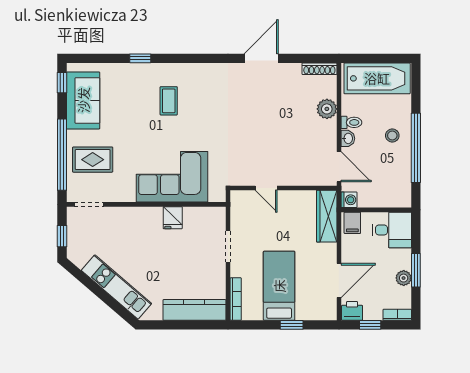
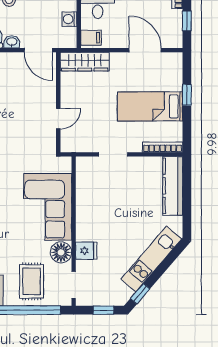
door: (339, 167) -> (38, 50), swing flipped
floor lamp: (124, 191) -> (61, 252), added
washing machine: (349, 200) -> (69, 19), moved, turned -90
fridge: (173, 218) -> (86, 251), moved
window: (80, 275) -> (140, 294), added
printer: (352, 311) -> (174, 38), removed

